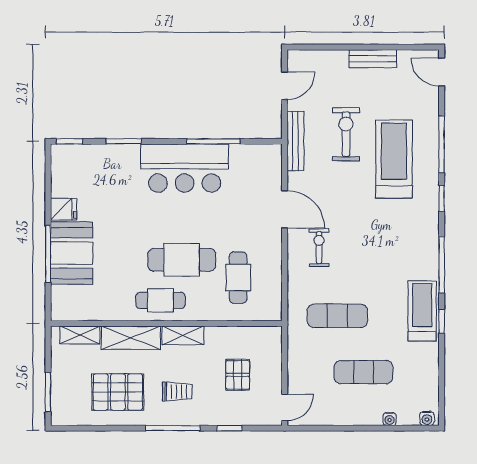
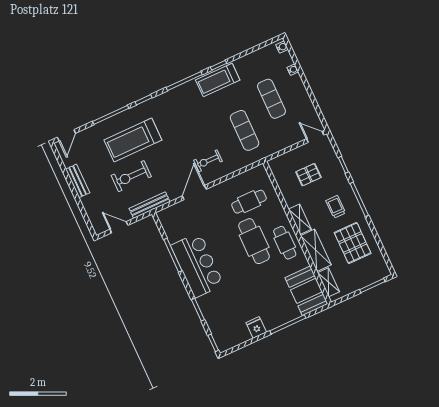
booth: (72, 253) -> (306, 291), moved, turned 90

